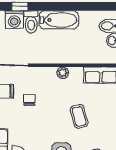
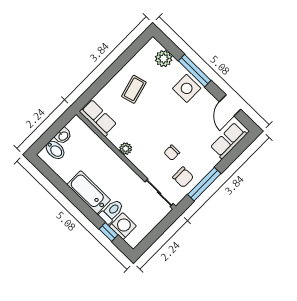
coffee table: (79, 116) -> (134, 89), moved

